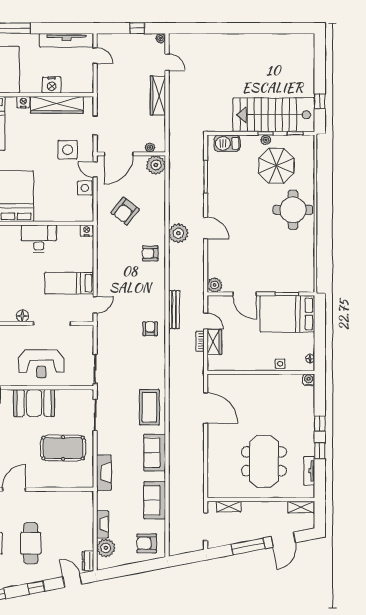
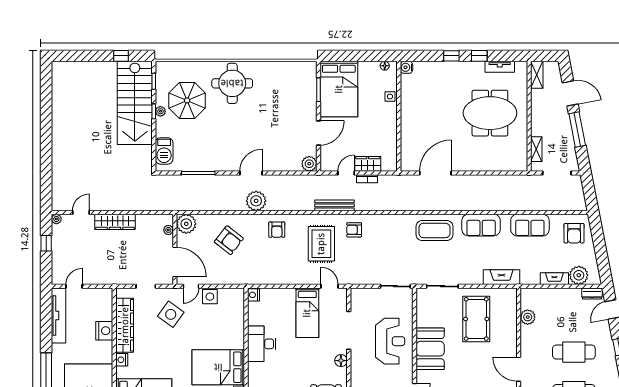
side table: (68, 150) -> (171, 314), turned 36
armchair: (125, 211) -> (229, 240), moved
rug: (136, 297) -> (321, 244), added
plant: (65, 498) -> (528, 317), added

